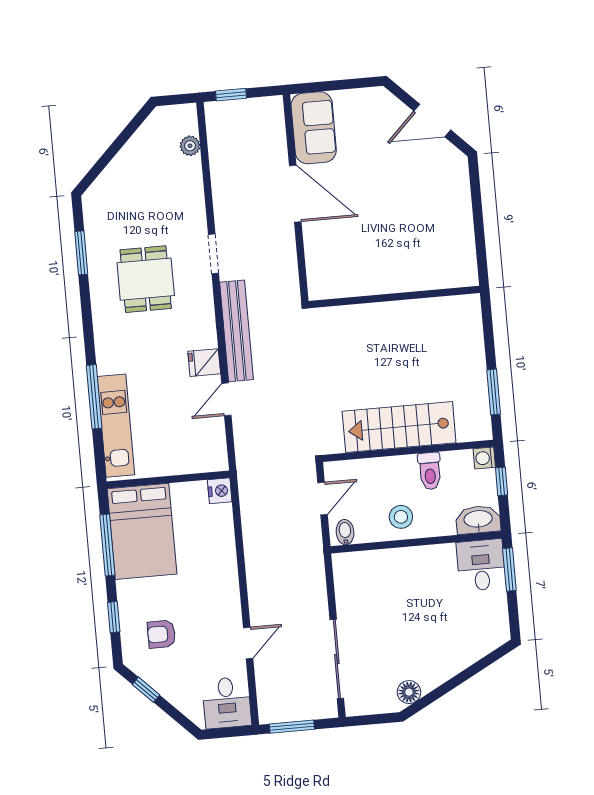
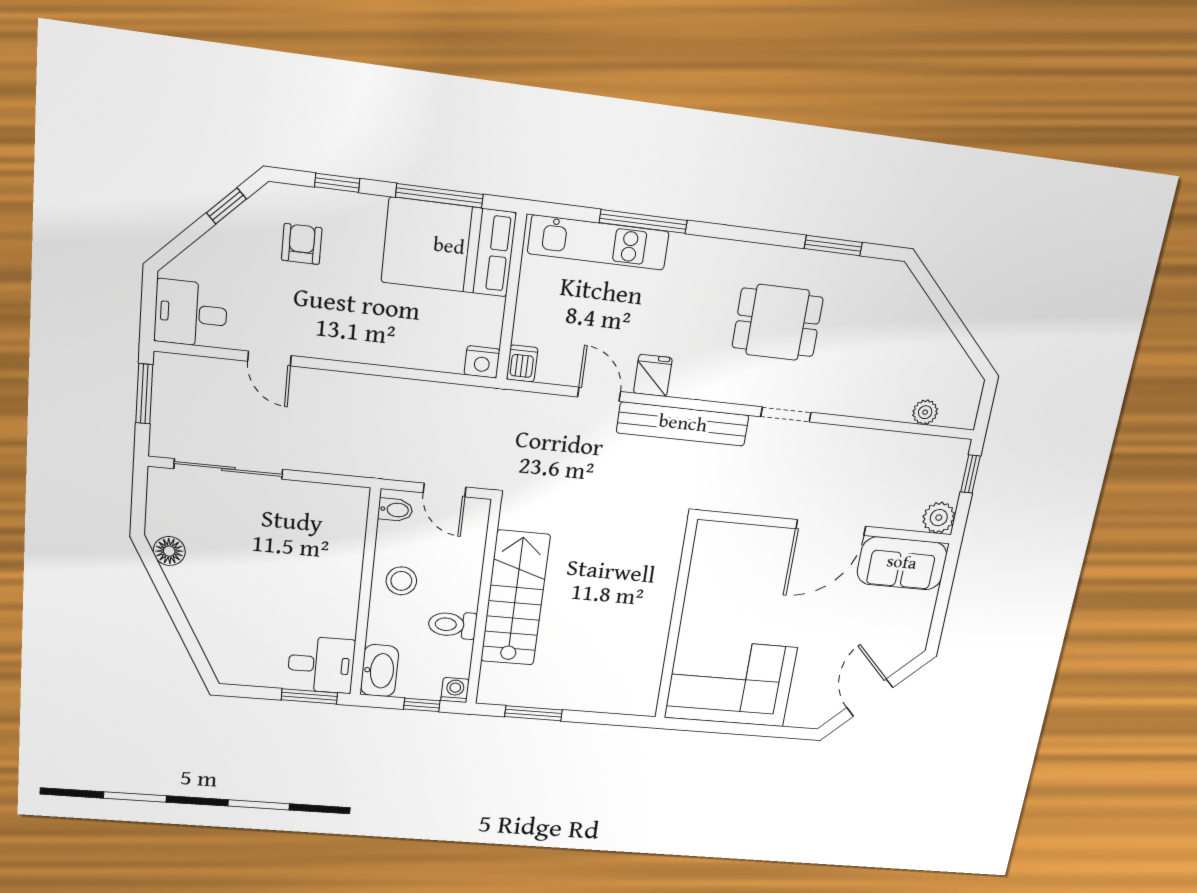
plant: (271, 109) -> (939, 518), added
corner sofa: (439, 239) -> (731, 683), added
dishwasher: (215, 461) -> (522, 363), added

